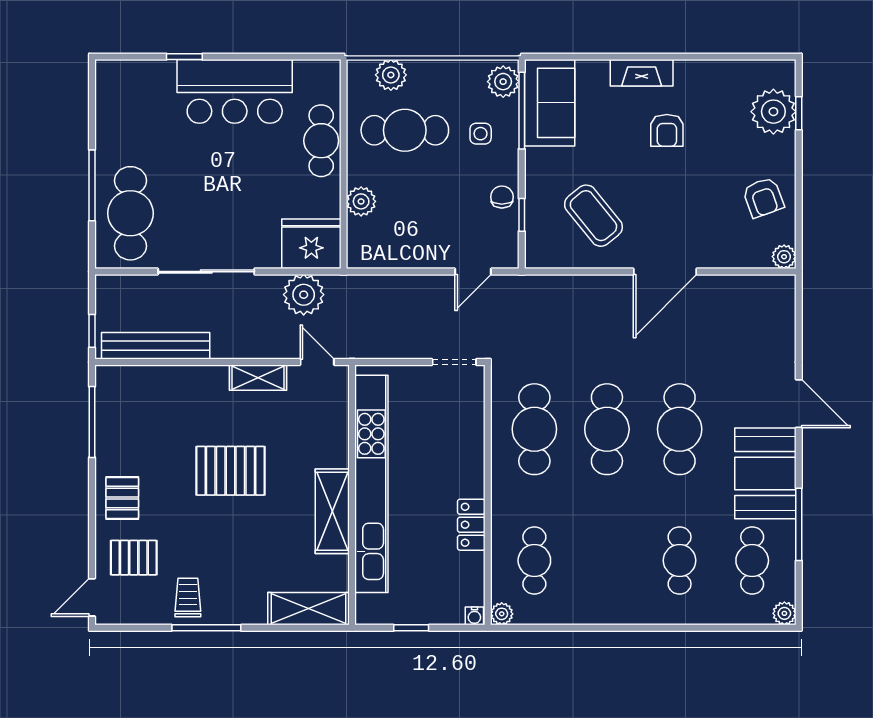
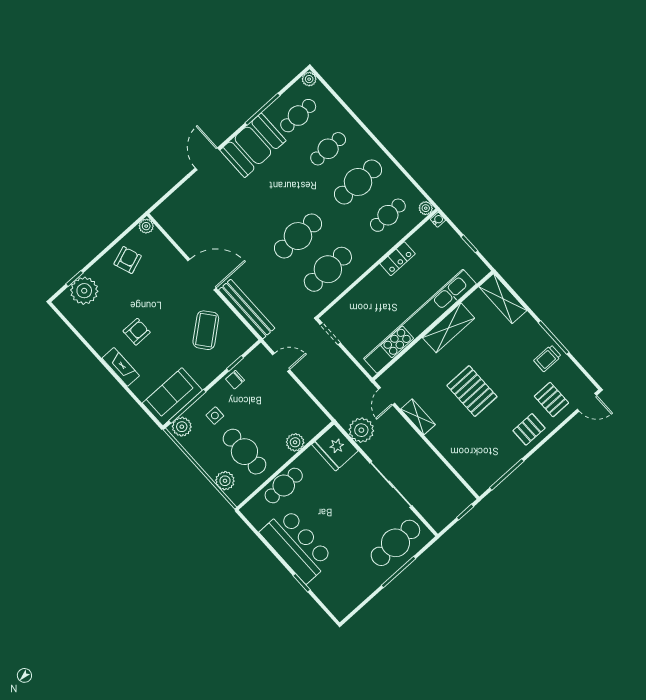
bench: (156, 346) -> (247, 309), moved
cafe table: (680, 429) -> (358, 182), moved

